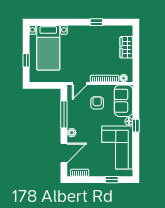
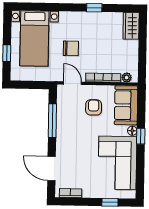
wardrobe: (126, 47) -> (131, 26), moved
chair: (78, 55) -> (71, 48), added
door: (80, 84) -> (72, 83), swing flipped
plant: (72, 133) -> (62, 144), removed
door: (64, 153) -> (51, 168), swing flipped

